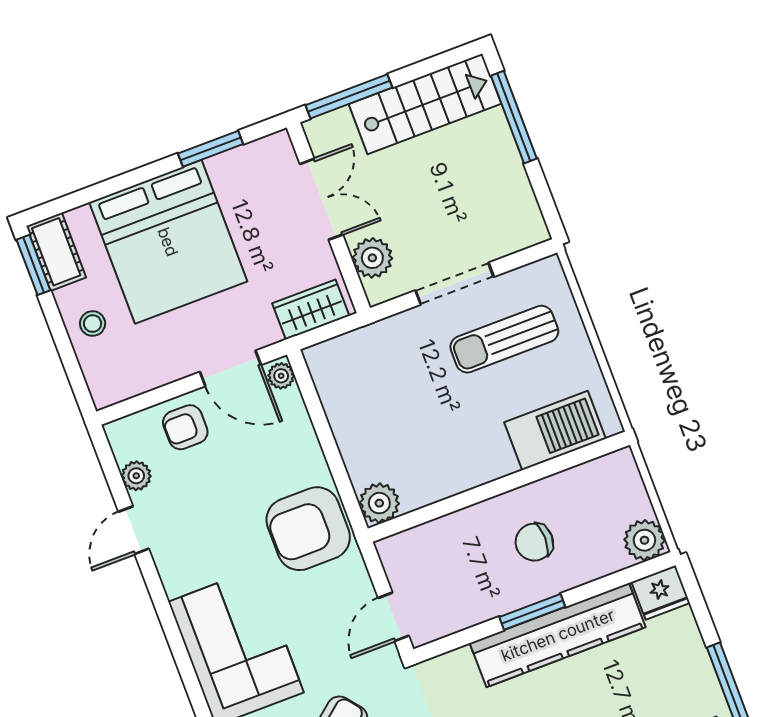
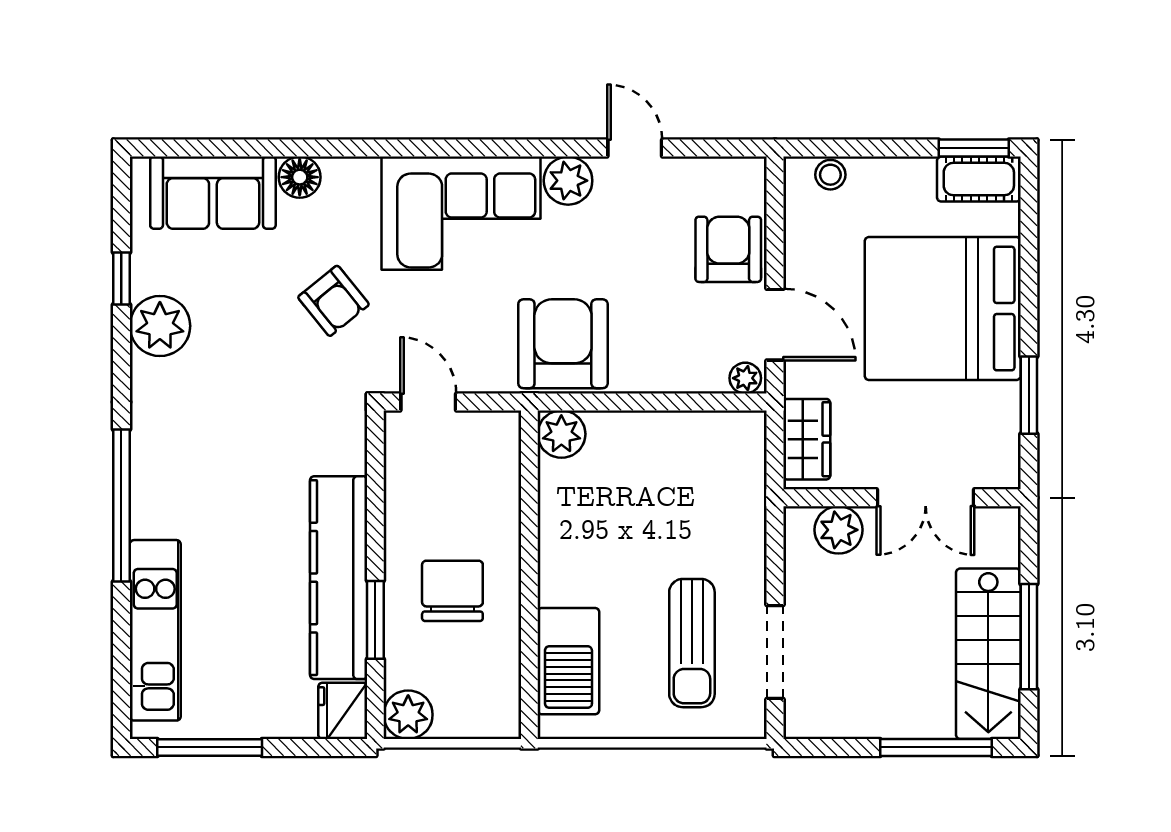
window: (349, 96) -> (1029, 637), moved
doorway: (455, 284) -> (775, 652), moved
stool: (93, 324) -> (830, 175), moved
sun lounger: (504, 339) -> (692, 643), turned 180
door: (230, 368) -> (775, 325), swing flipped
armchair: (185, 427) -> (728, 249), width x1.38, depth x1.38
plant: (136, 476) -> (568, 181), moved, width x1.38, depth x1.38
chair: (534, 542) -> (452, 591), width x1.37, depth x1.37
window: (532, 612) -> (375, 620), moved

